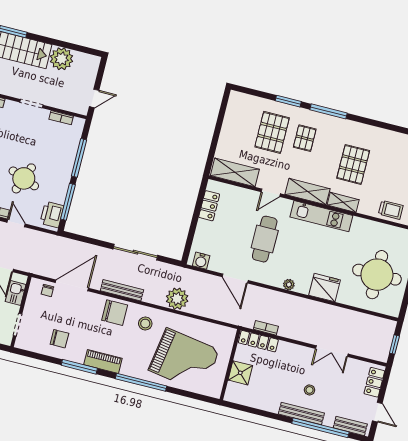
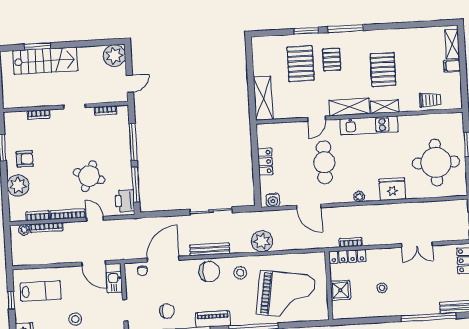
plant: (62, 59) -> (114, 56), moved
shelving: (235, 172) -> (263, 98), moved, turned 90
locker: (209, 206) -> (265, 162), moved
stool: (310, 390) -> (382, 288), moved
bench: (301, 413) -> (407, 310), removed

